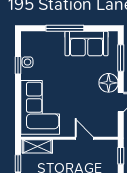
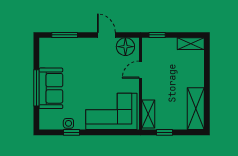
sofa: (87, 43) -> (51, 88), moved
floor lamp: (109, 83) -> (125, 47), moved

